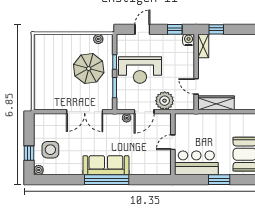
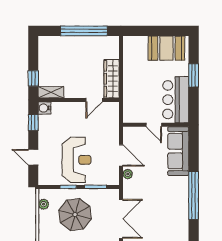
plant: (165, 101) -> (109, 134), removed
sofa: (106, 165) -> (178, 151), moved

